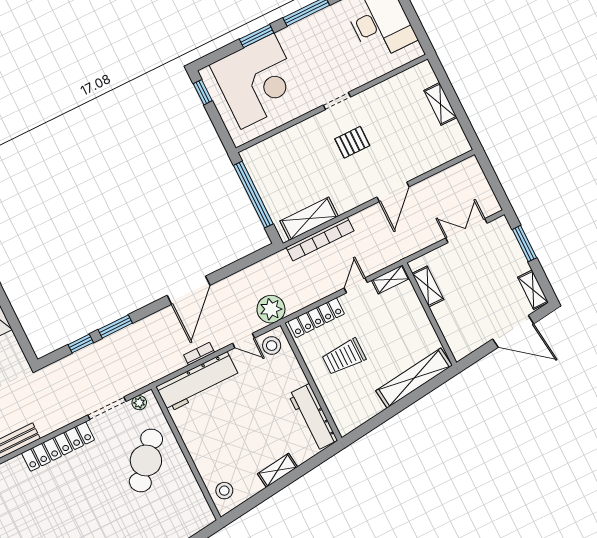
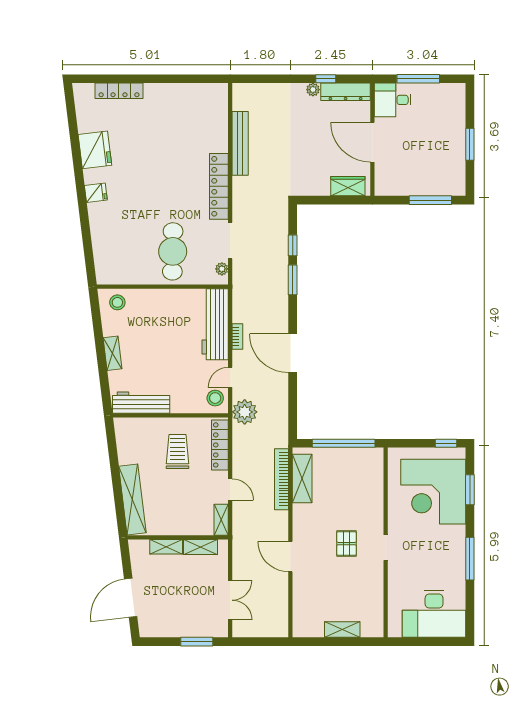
window: (257, 36) -> (470, 490), moved
shelving: (533, 290) -> (166, 547), moved
cafe table: (146, 460) -> (173, 251), turned 50

